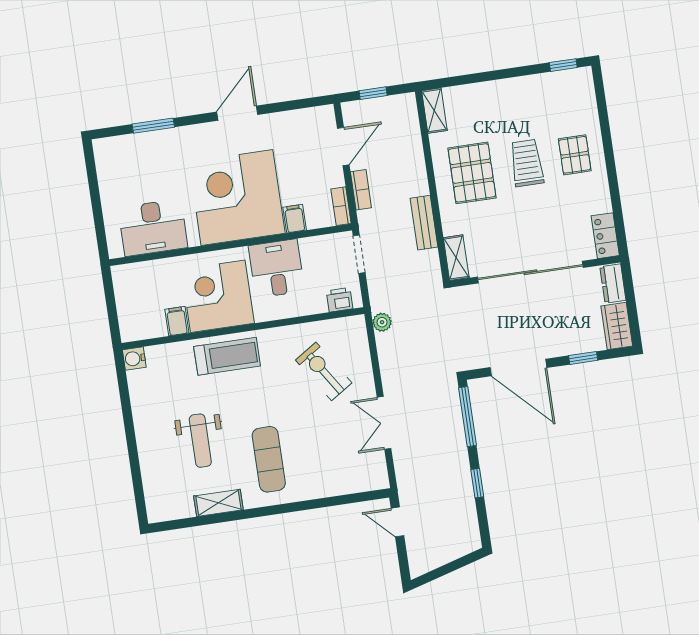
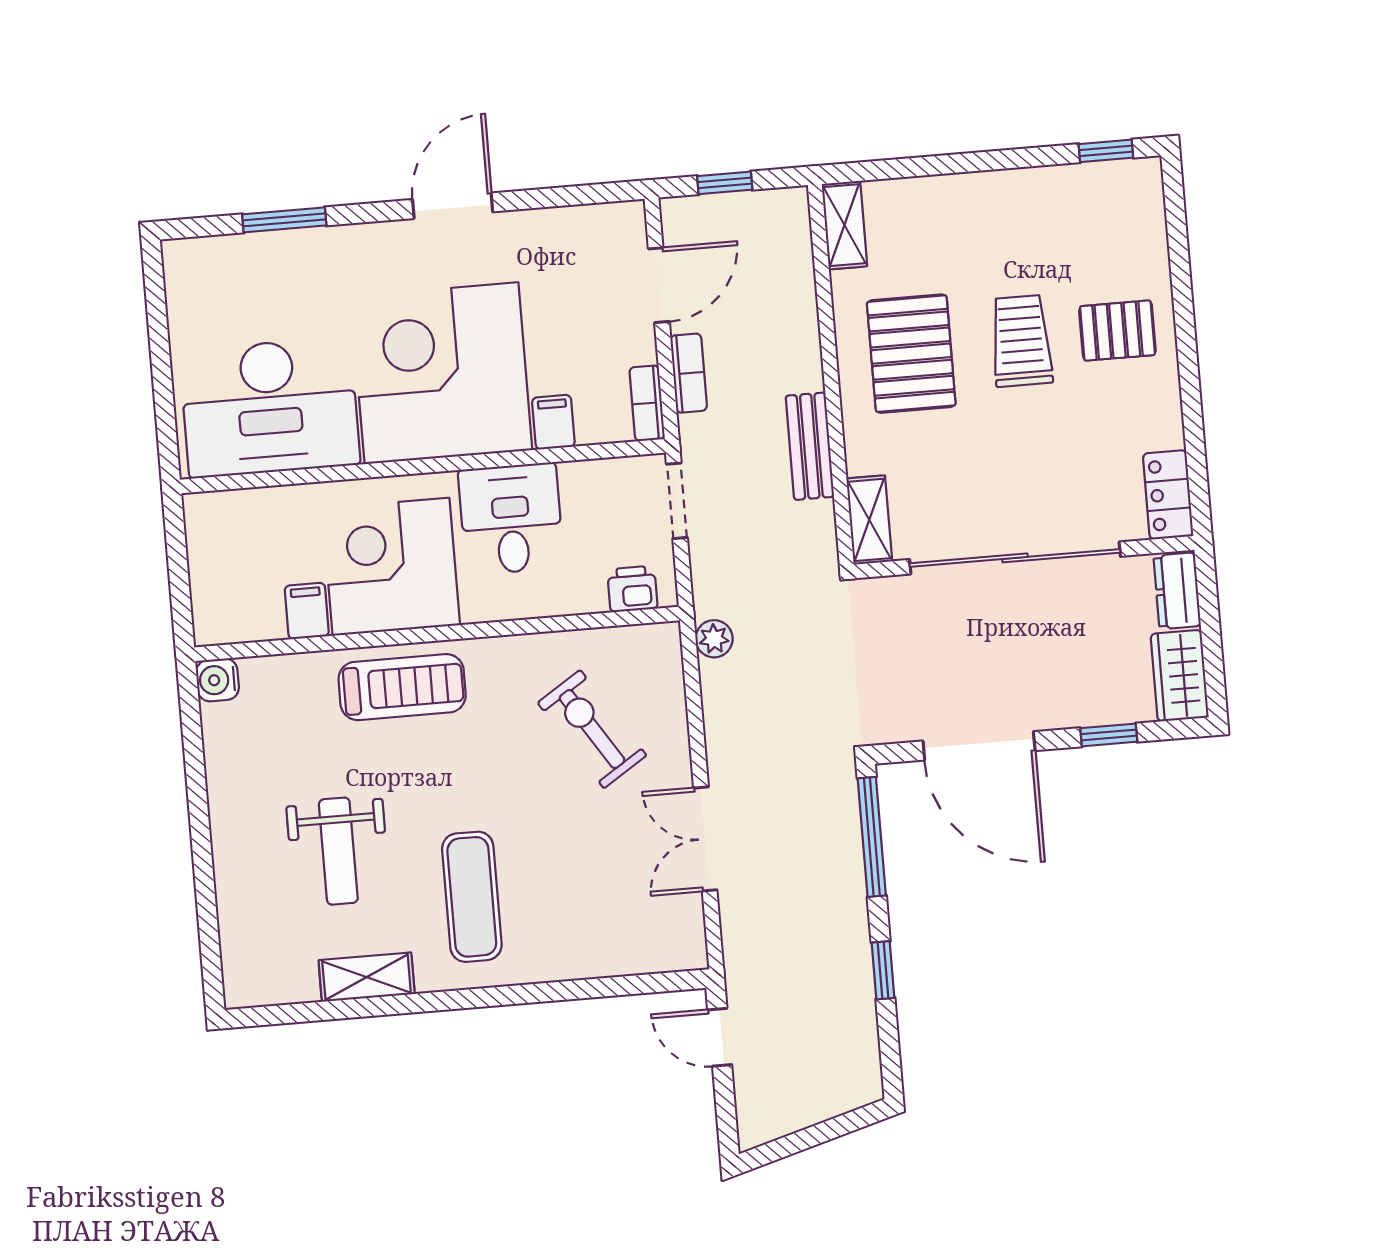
pallet: (575, 155) -> (1117, 331), turned 90
desk: (153, 228) -> (270, 407), width x1.36, depth x1.30

